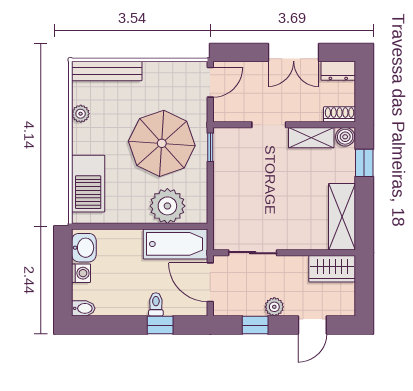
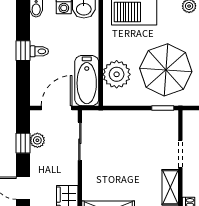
toilet: (156, 304) -> (39, 51), moved
plant: (274, 307) -> (37, 140), moved
window: (160, 325) -> (23, 51), moved

